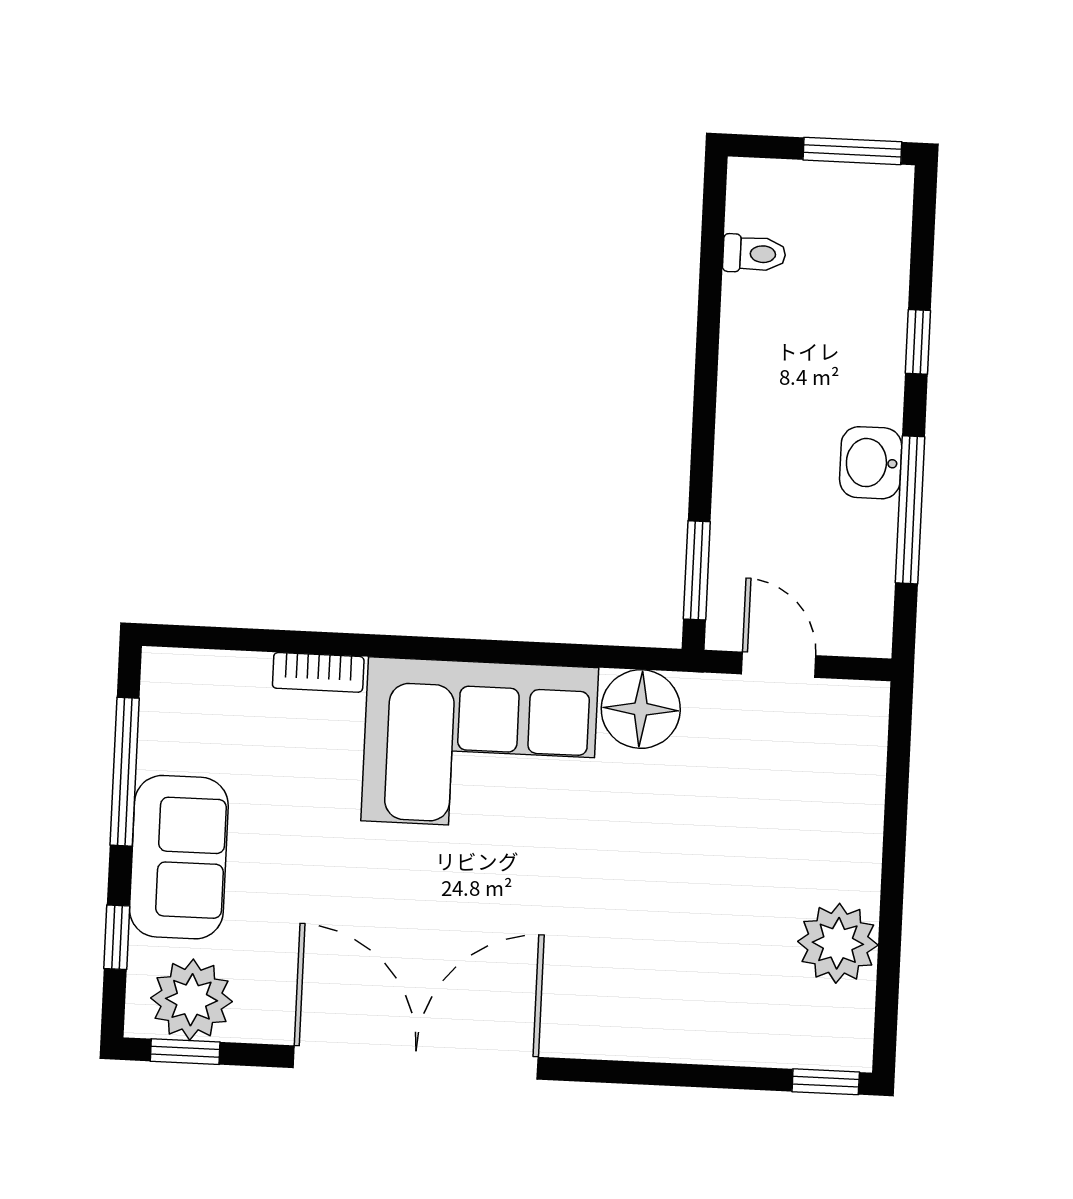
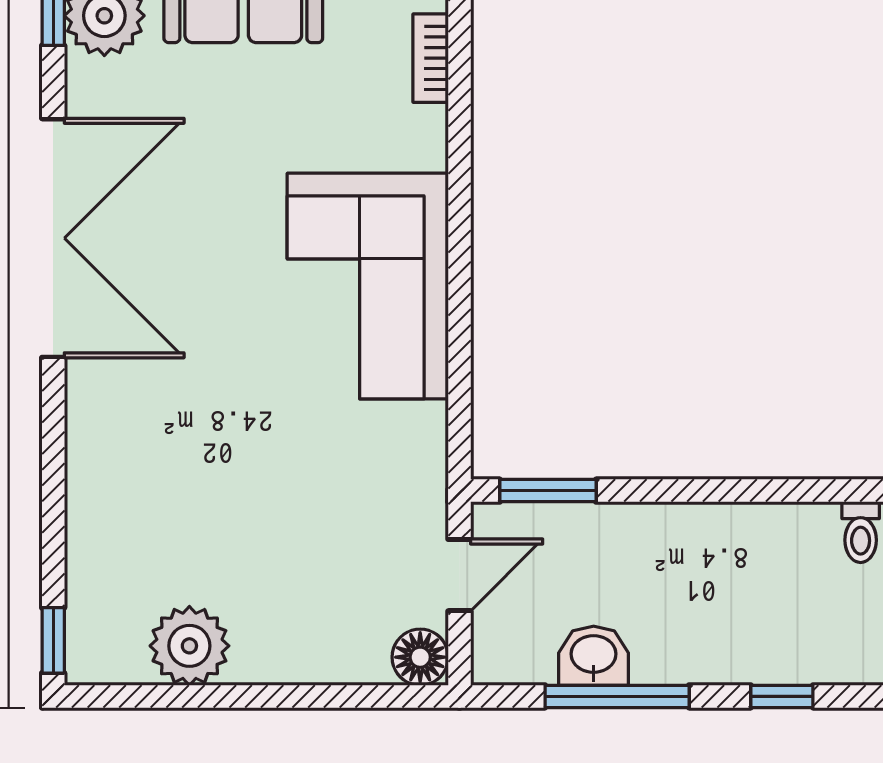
washbasin: (871, 463) -> (594, 656), moved
bookcase: (318, 672) -> (431, 58), moved
floor lamp: (641, 709) -> (420, 657), moved, width x0.73, depth x0.73

